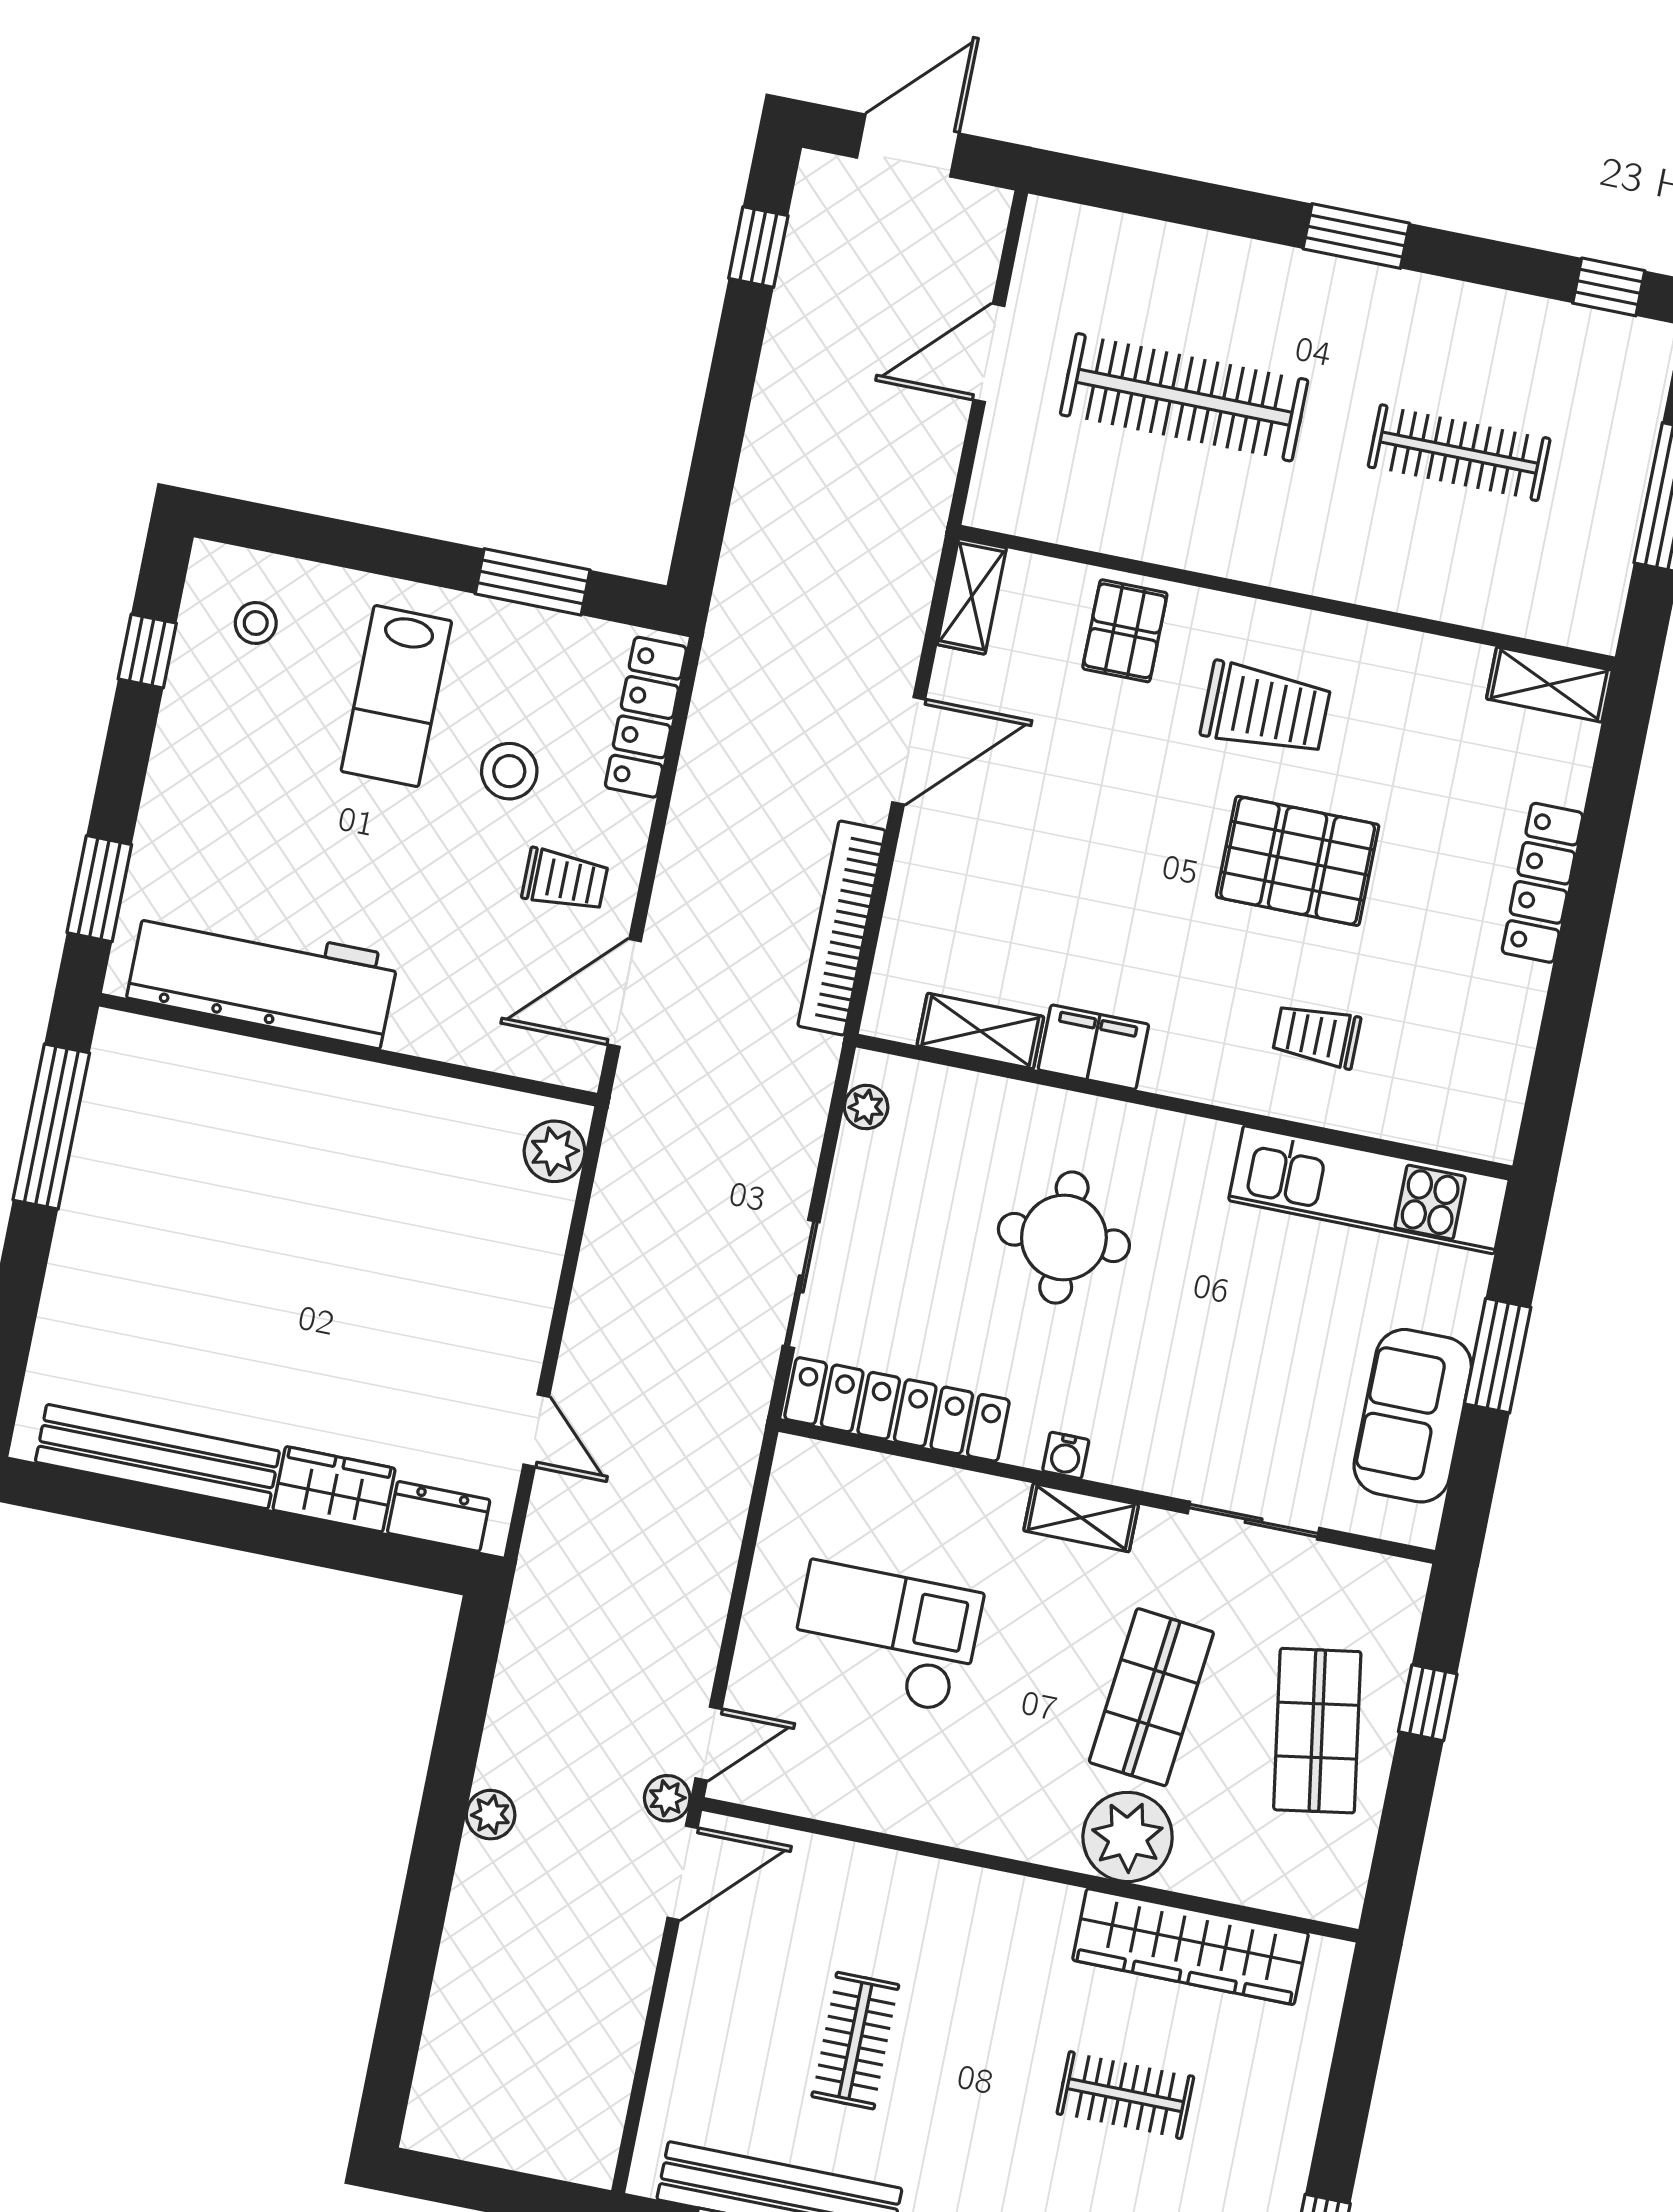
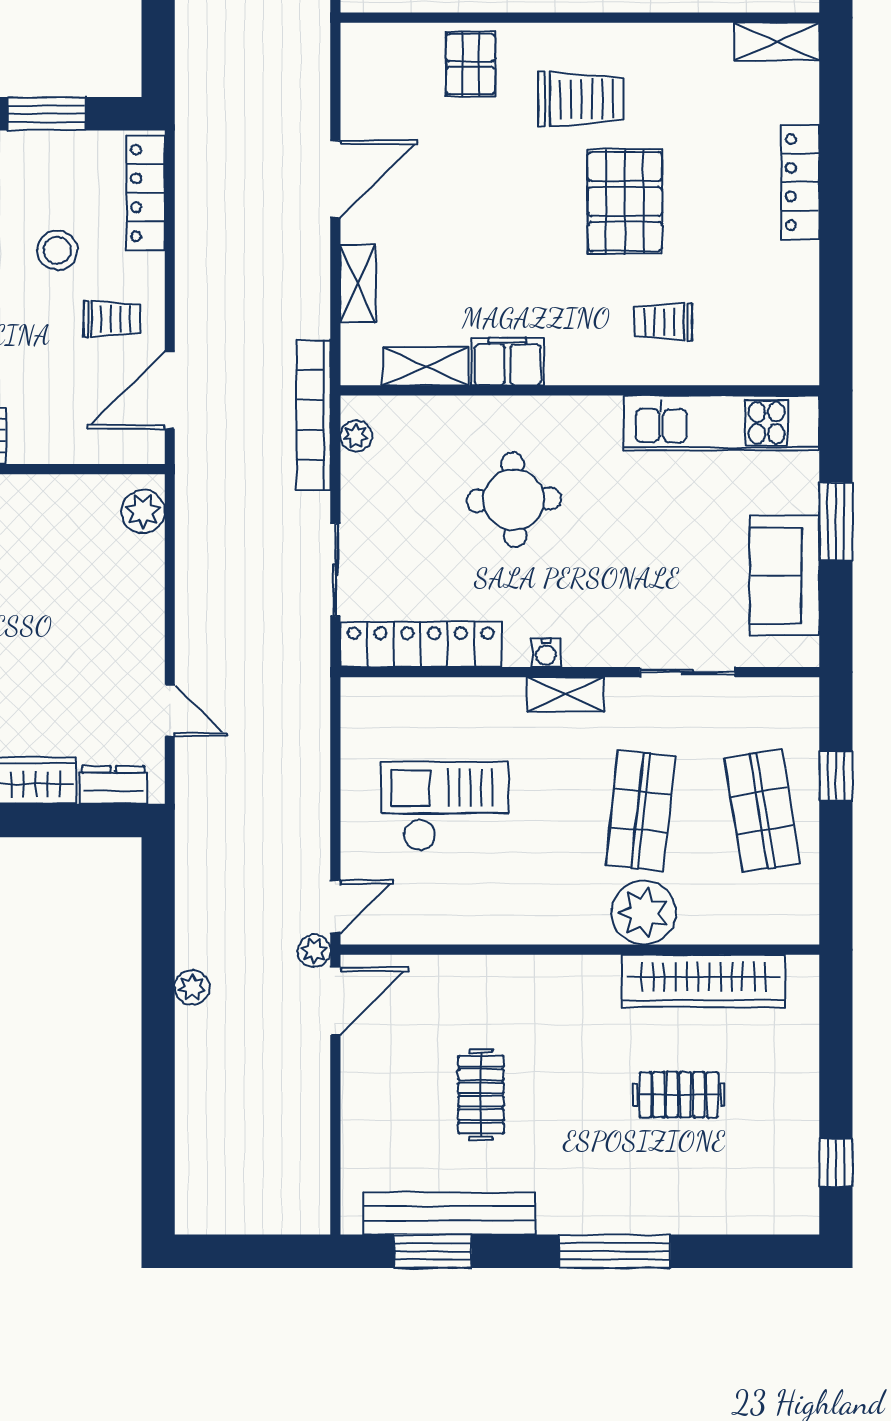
shelving: (972, 596) -> (358, 284), moved
pallet: (1298, 861) -> (625, 201), turned 90
bookcase: (842, 928) -> (313, 415), moved

